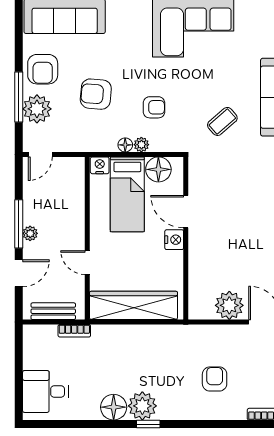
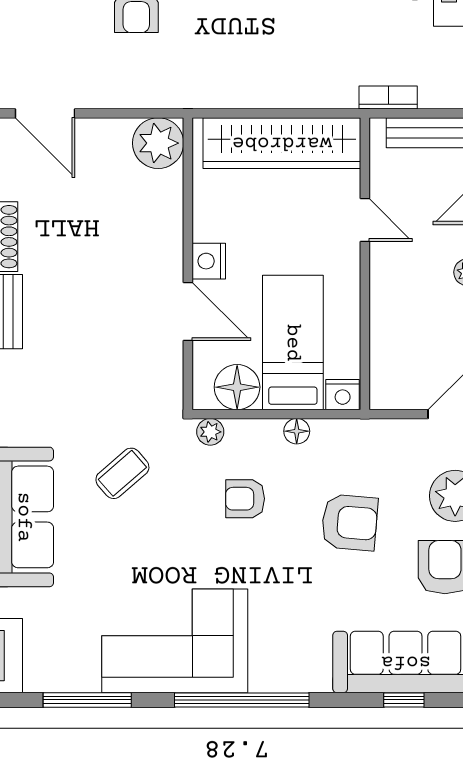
plant: (141, 145) -> (210, 432), moved
plant: (229, 305) -> (158, 143), moved

